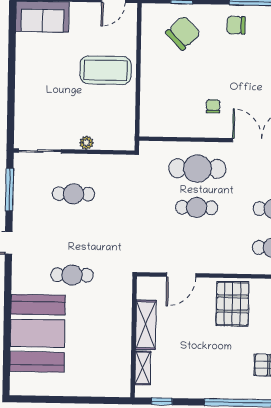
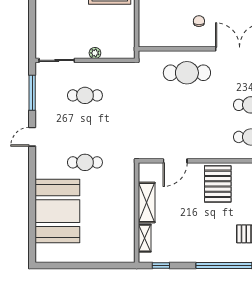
cafe table: (197, 207) -> (187, 105), removed

